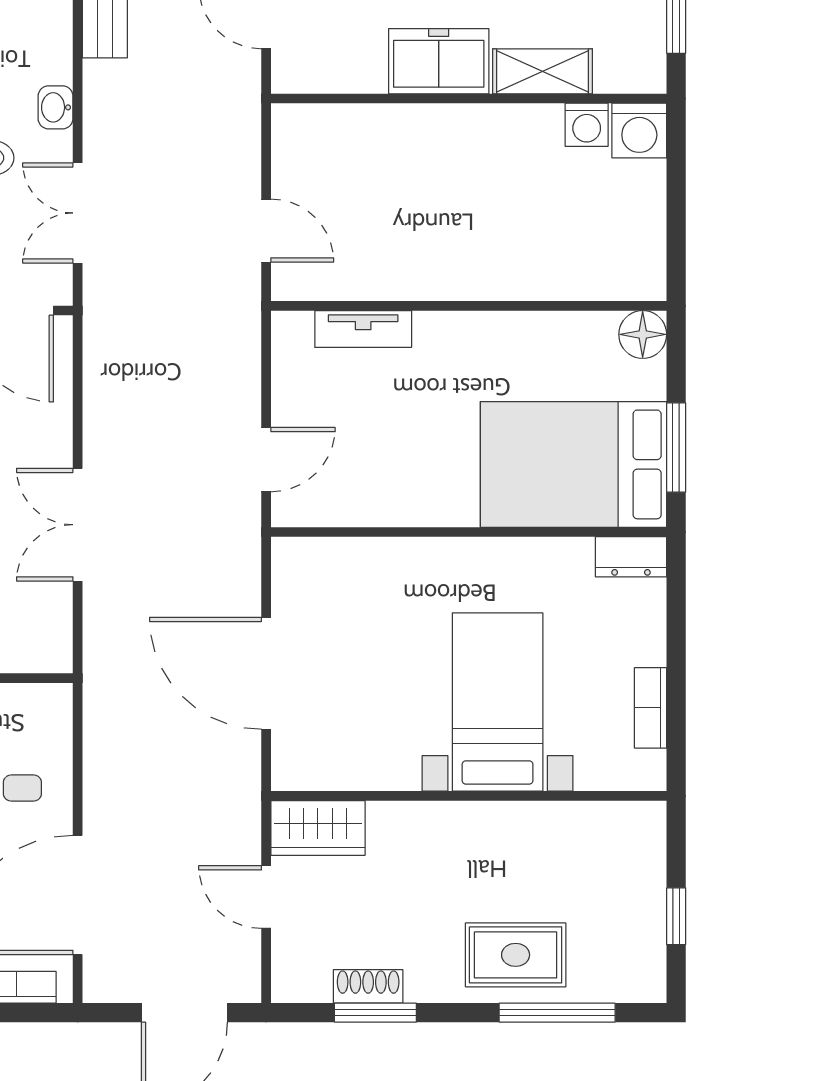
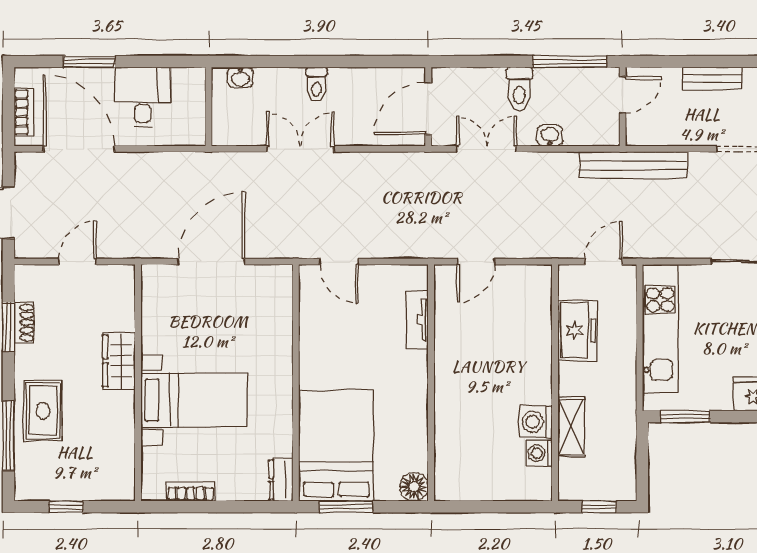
freezer: (439, 61) -> (577, 330), moved
washing machine: (639, 131) -> (536, 422), moved
wardrobe: (318, 828) -> (119, 361), moved

